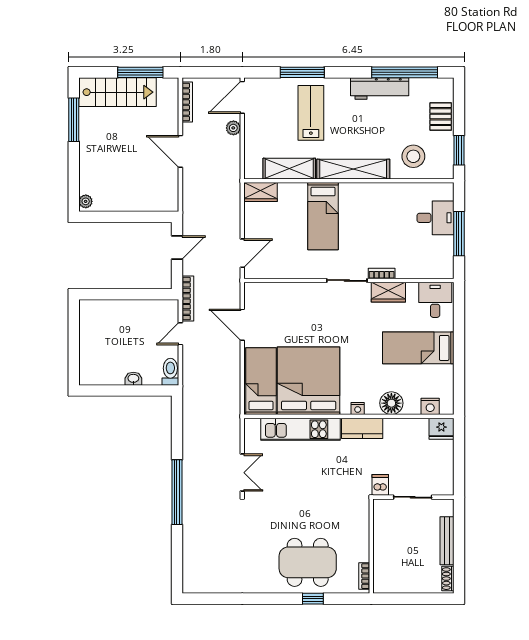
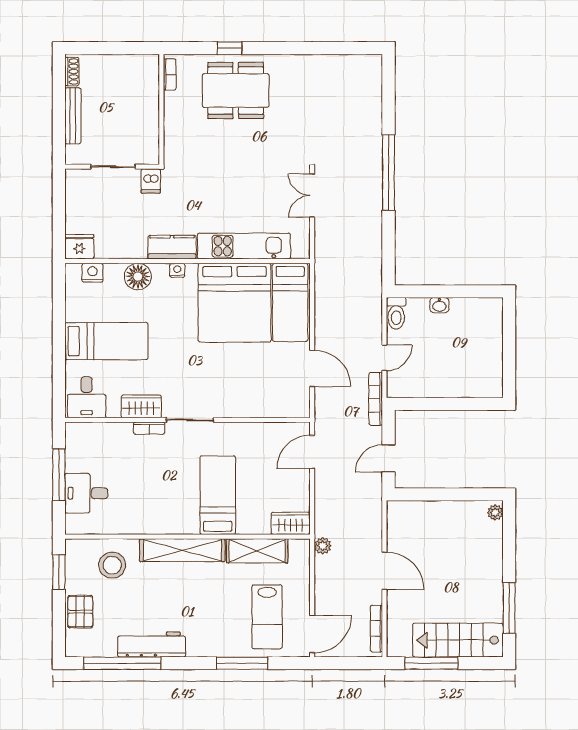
lab bench: (311, 113) -> (267, 617), moved
plant: (233, 128) -> (323, 546), moved

